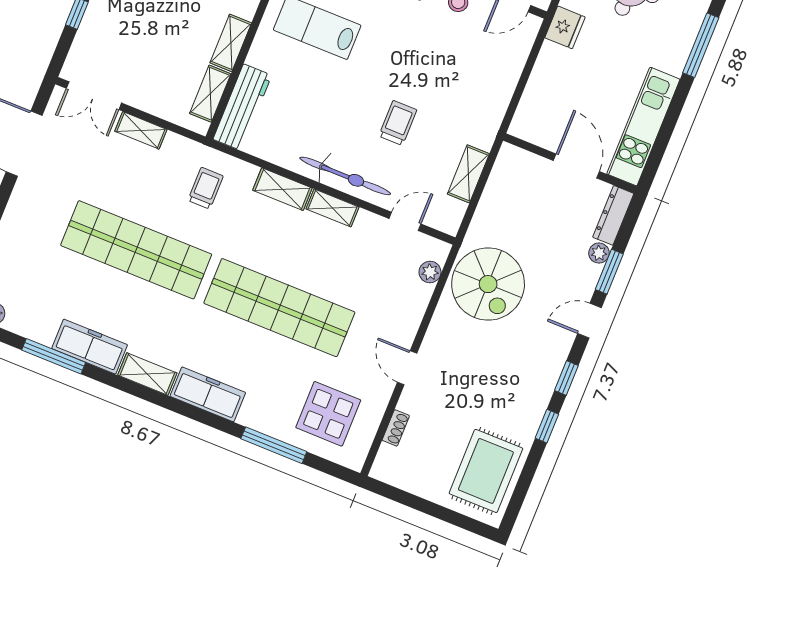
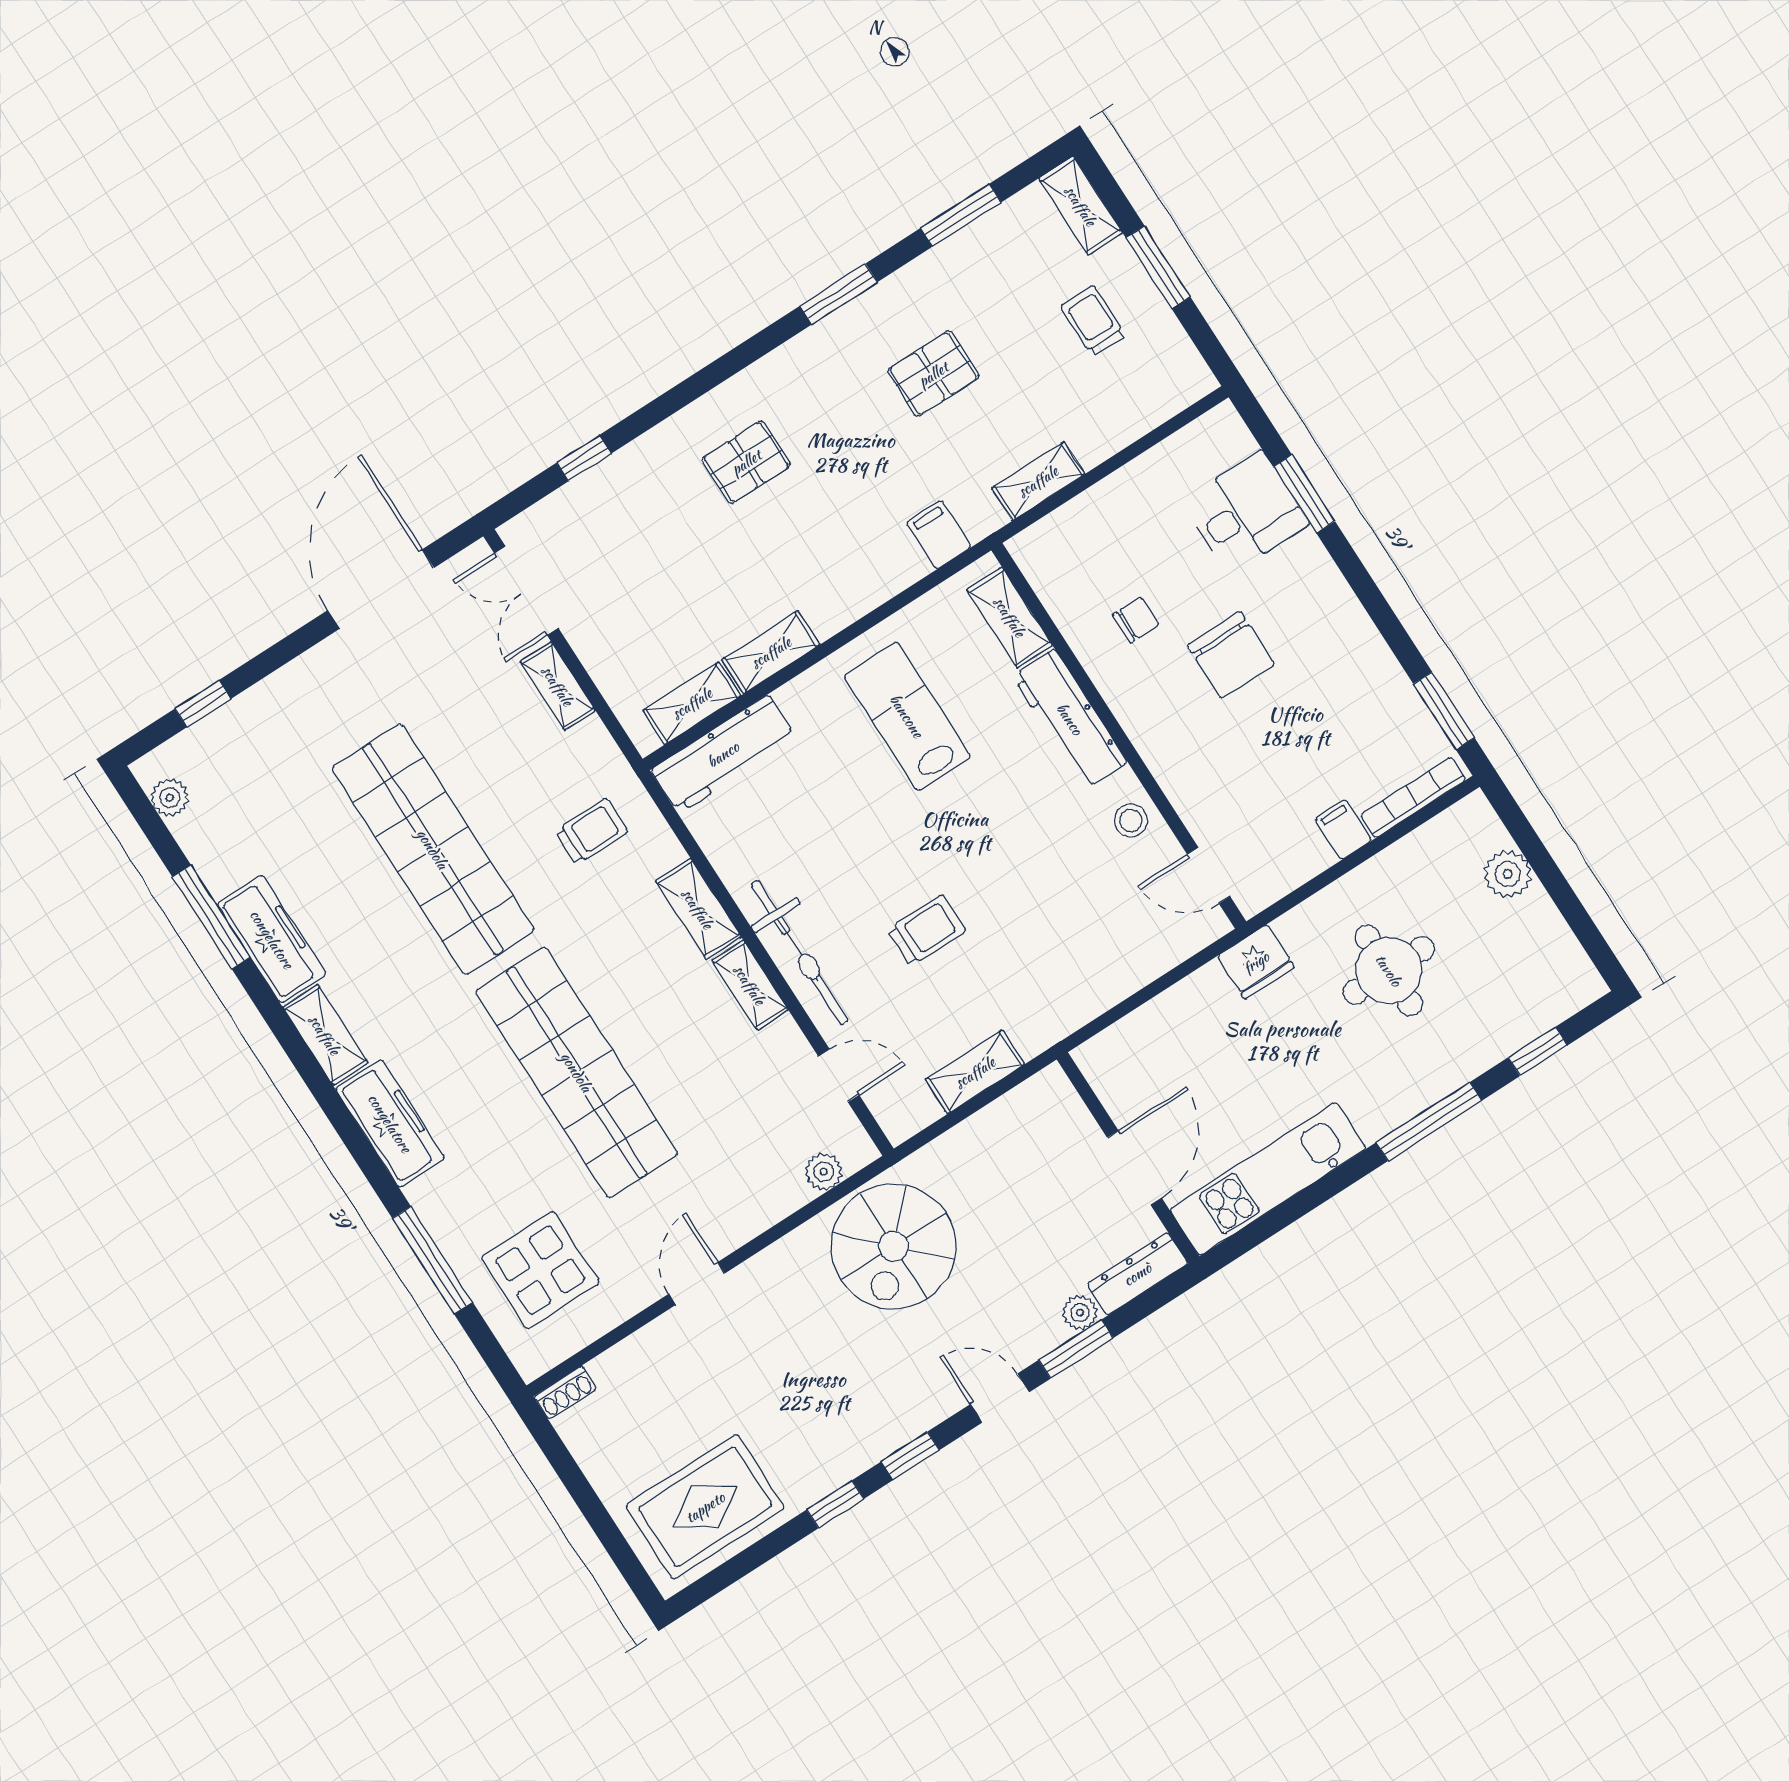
shoe rack: (396, 428) -> (565, 1393), moved

